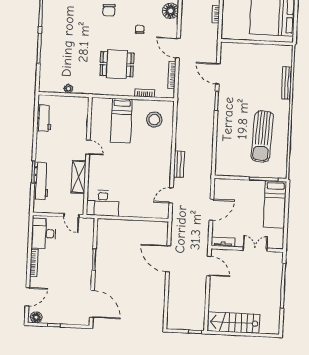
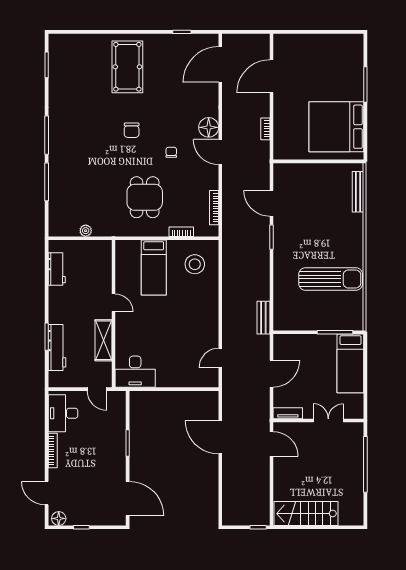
door: (178, 48) -> (220, 152), moved
dining table: (117, 64) -> (145, 197), turned 90
bench: (287, 83) -> (358, 192), moved
sun lounger: (262, 136) -> (331, 279), turned -93
bench: (179, 164) -> (263, 318), moved
door: (27, 297) -> (47, 493), swing flipped

